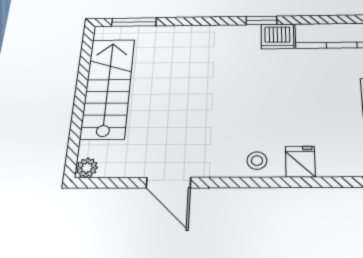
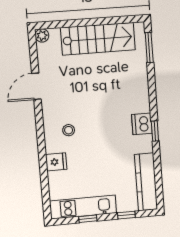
dishwasher: (277, 36) -> (142, 124), moved
stool: (257, 161) -> (69, 130), moved

